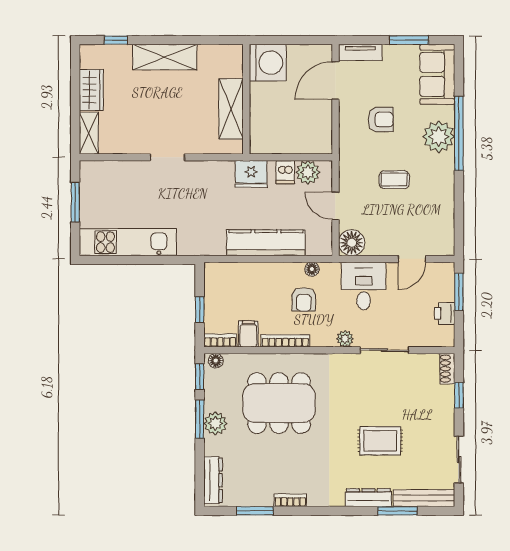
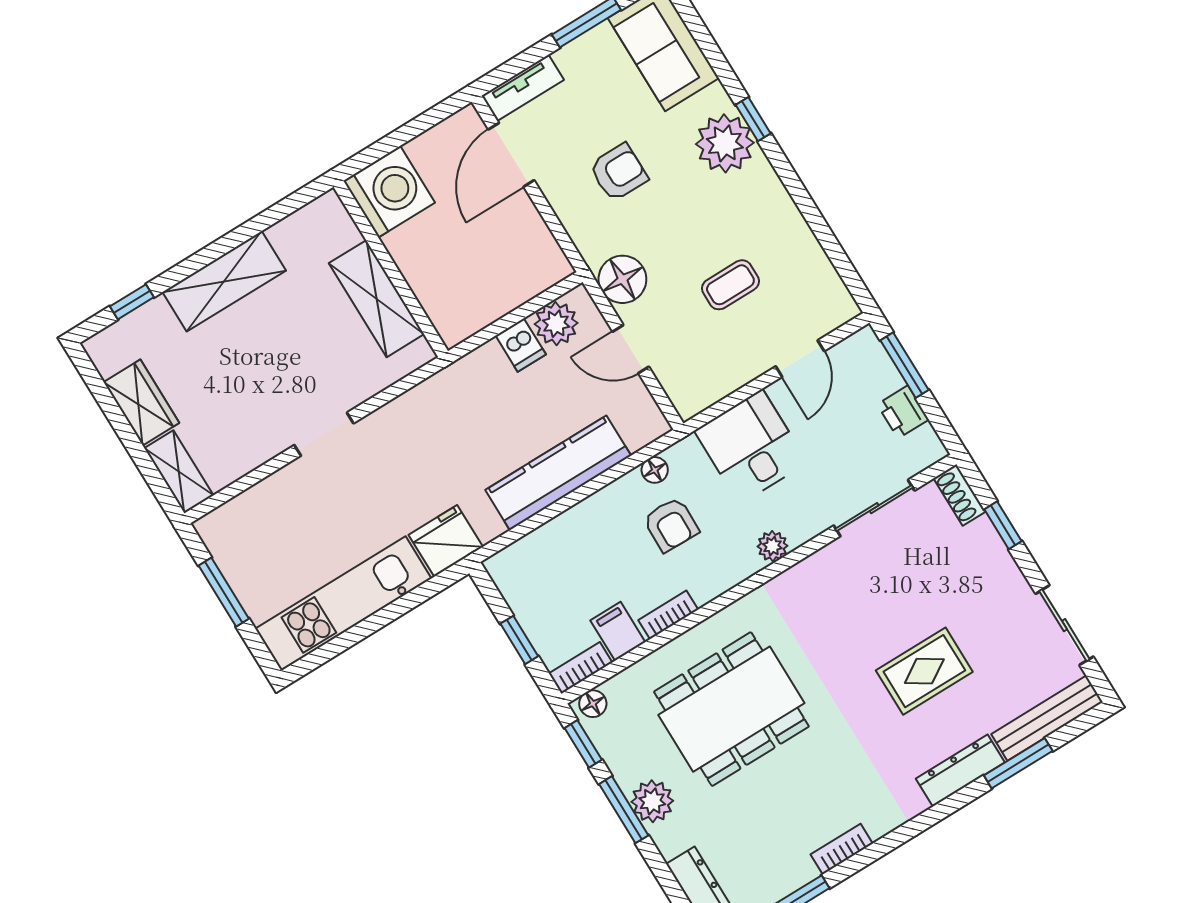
window: (459, 133) -> (753, 119), width x0.32
fridge: (251, 174) -> (446, 541), moved, turned 180
coffee table: (394, 180) -> (730, 285), moved
floor lamp: (352, 243) -> (622, 279), moved
bookcase: (285, 341) -> (668, 615), width x0.64
sliding door: (384, 350) -> (874, 508), moved

